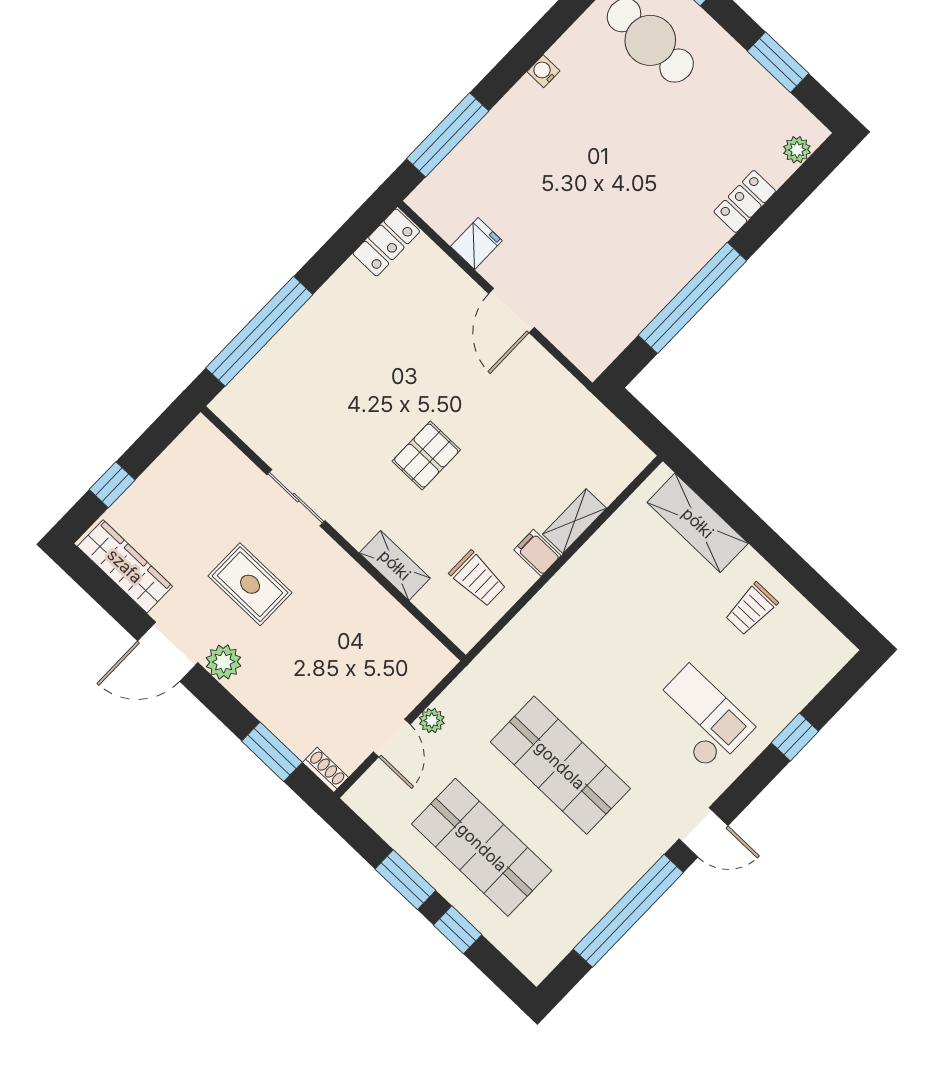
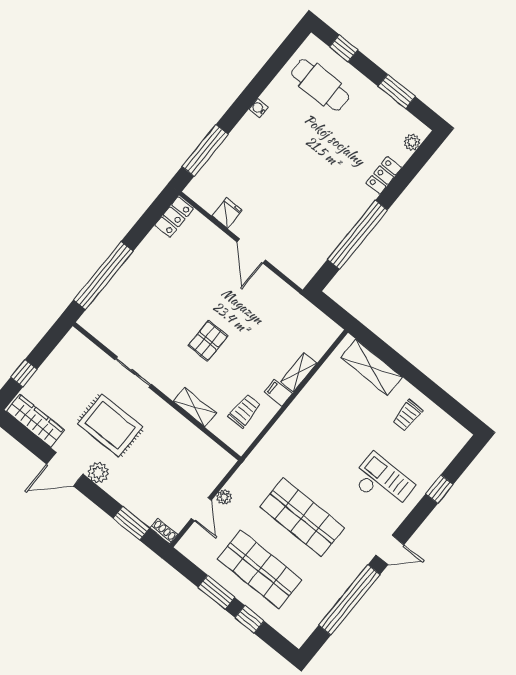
trolley: (478, 579) -> (244, 411), turned -90
rug: (250, 584) -> (110, 425), width x1.36, depth x1.43

